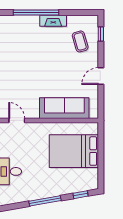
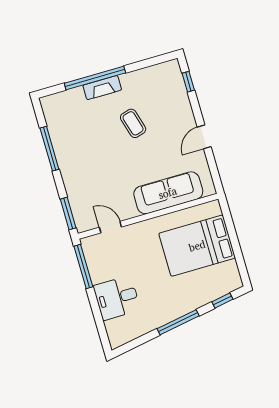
fireplace: (53, 21) -> (102, 88), moved
coffee table: (80, 41) -> (133, 123), moved

